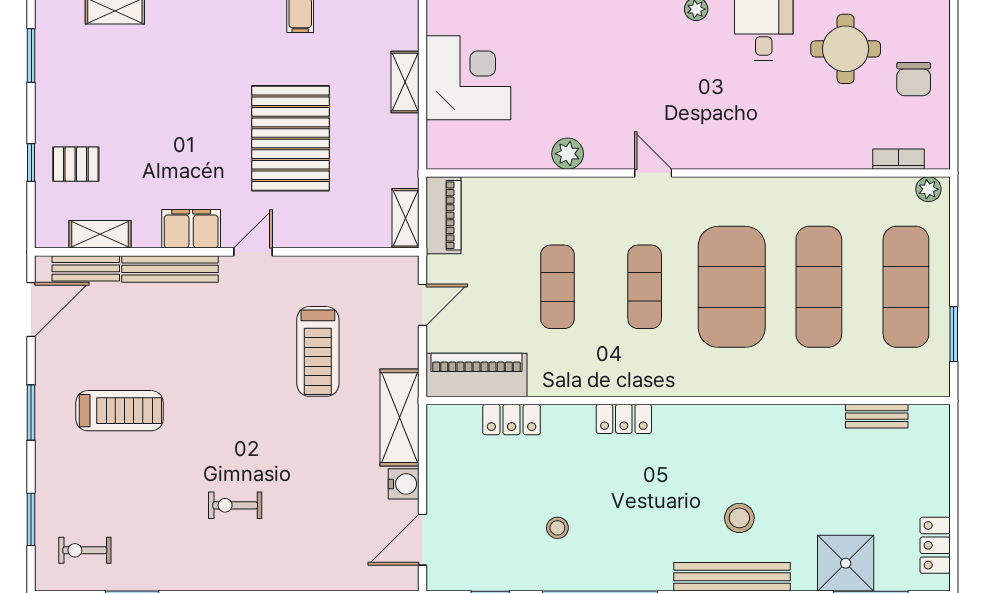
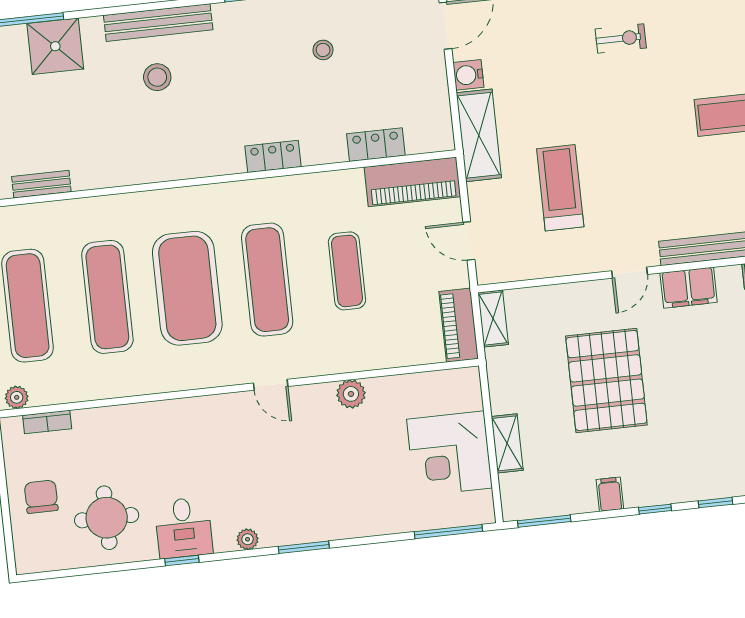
exercise mat: (645, 287) -> (267, 280), width x1.36, depth x1.45
door: (423, 305) -> (469, 241), hinge flipped

